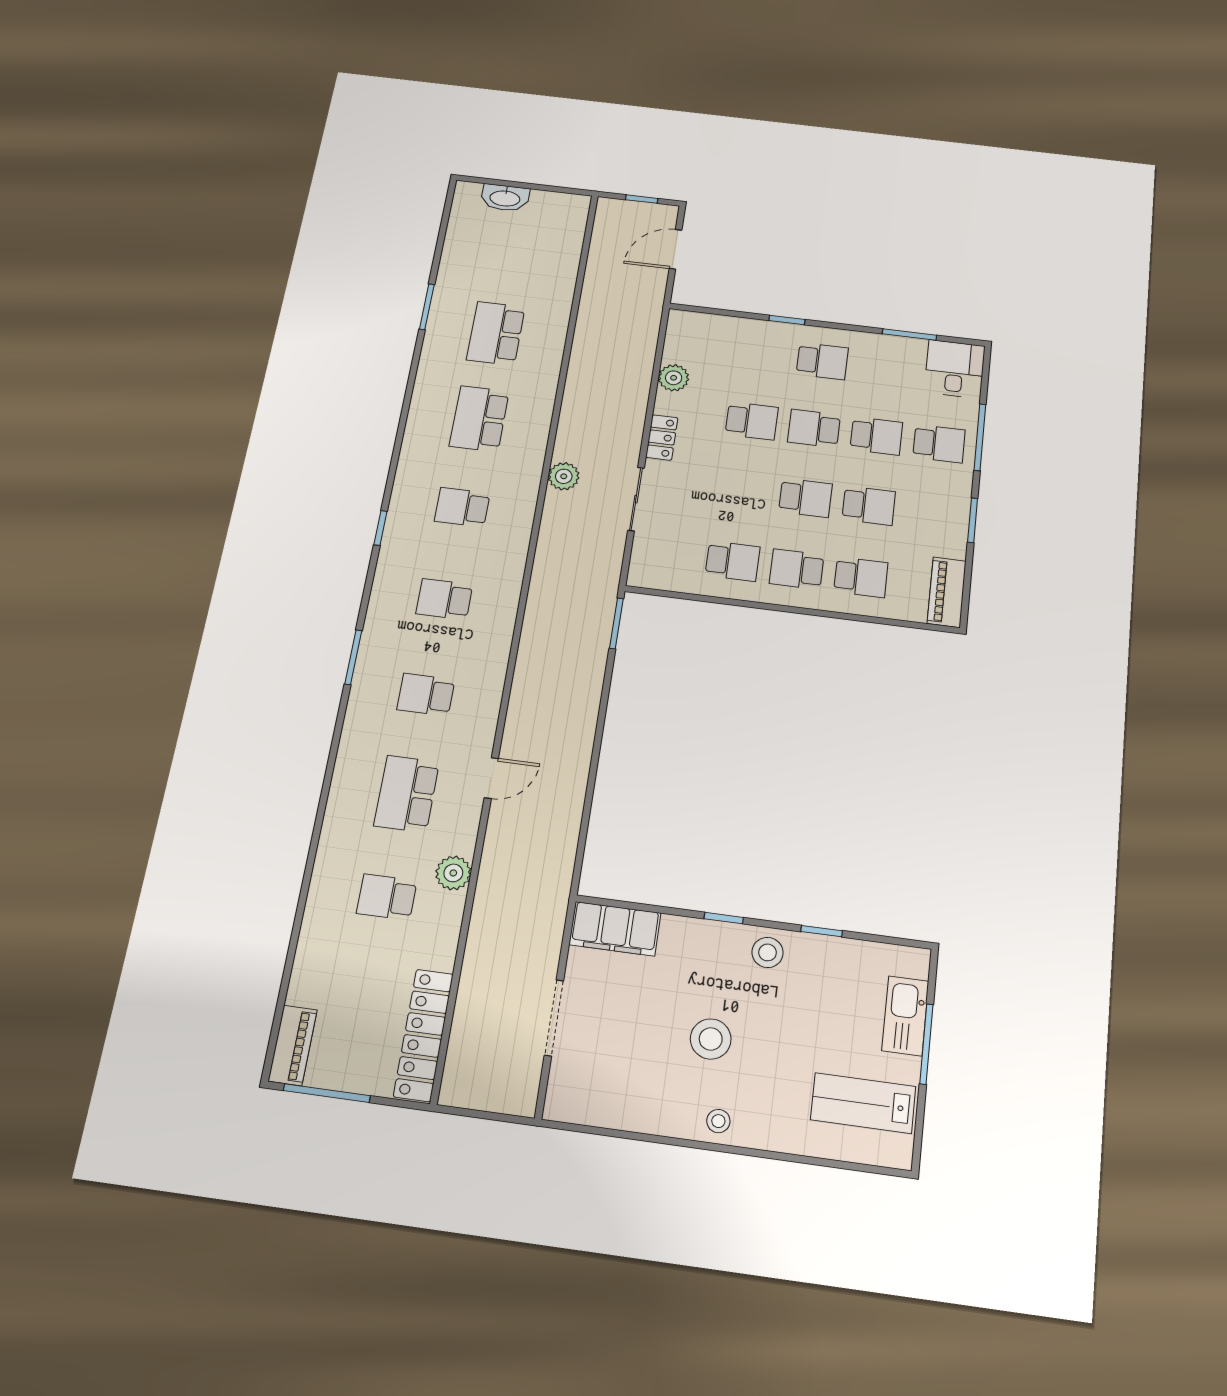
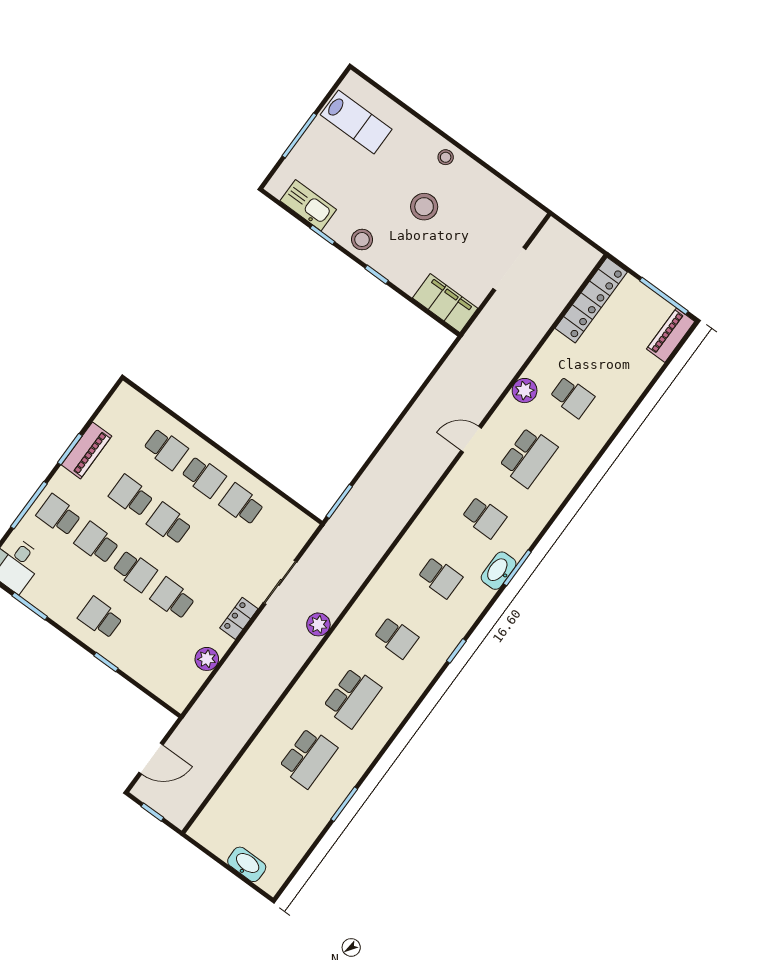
school desk: (861, 577) -> (166, 449), turned 180
piano: (947, 592) -> (86, 450), moved
washbasin: (375, 642) -> (499, 571), added
kitchen sink: (905, 1016) -> (308, 205), moved, turned -90

